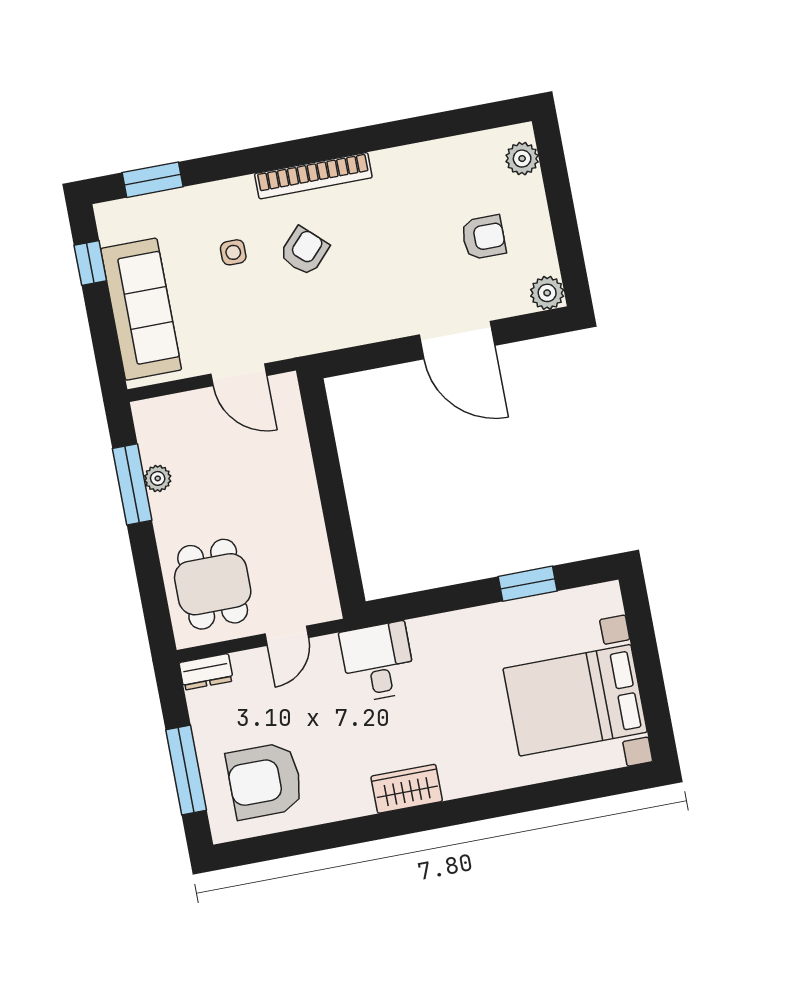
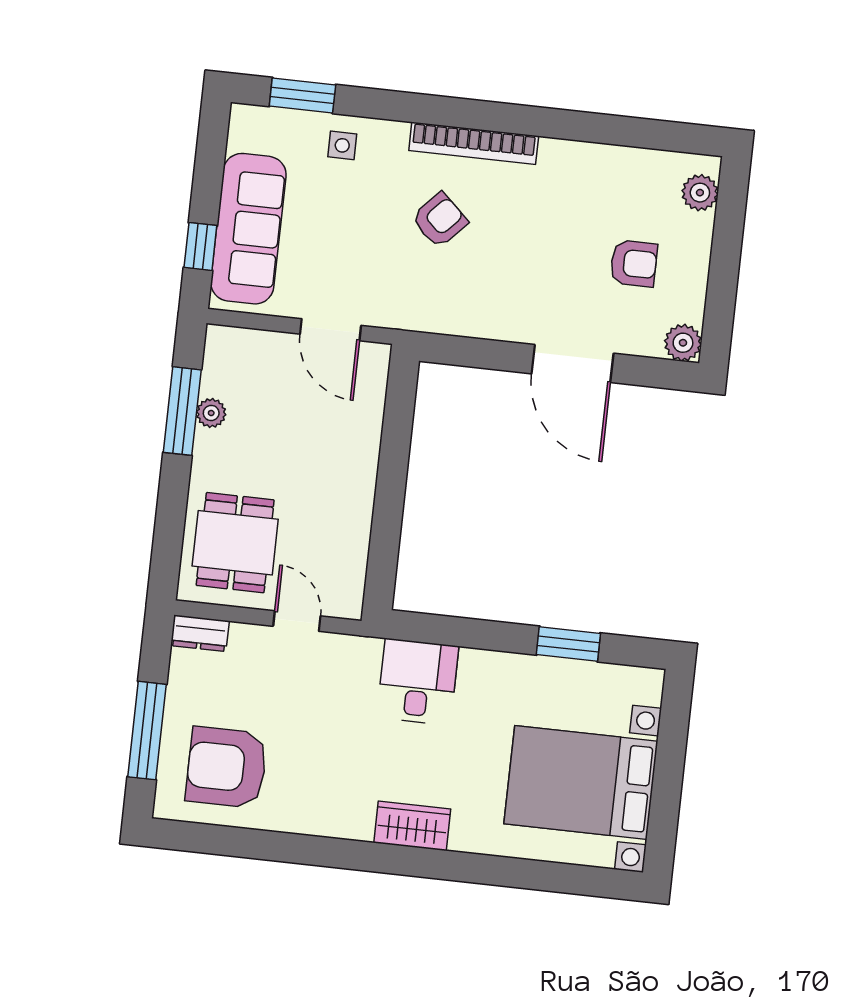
side table: (233, 252) -> (342, 145), moved
window: (90, 263) -> (200, 246), moved
door: (287, 636) -> (297, 621), swing flipped
desk: (378, 662) -> (418, 682), moved
wardrobe: (407, 789) -> (412, 826), moved

